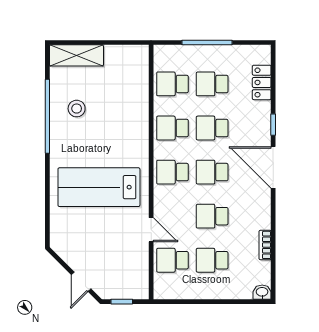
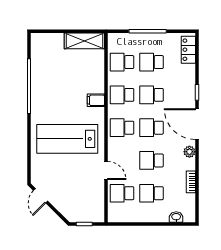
shelving: (76, 55) -> (84, 41), moved
locker: (262, 82) -> (188, 50), moved
stool: (77, 109) -> (51, 80), removed
filing cabinet: (137, 135) -> (96, 100), added
plant: (263, 204) -> (189, 152), added
door: (81, 282) -> (41, 196), moved
washbasin: (262, 292) -> (176, 217), moved

